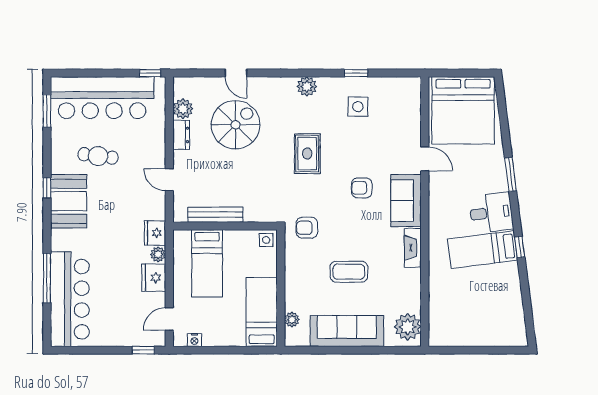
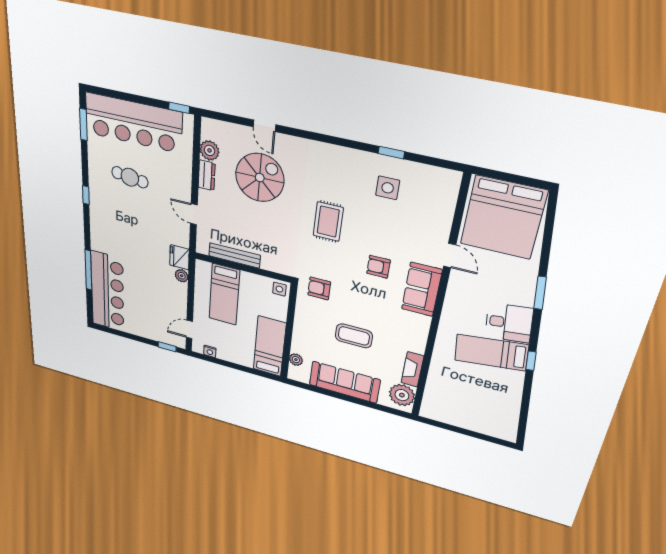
plant: (307, 87) -> (336, 155), removed
booth: (69, 201) -> (105, 211), removed
fireplace: (413, 248) -> (412, 369), moved
fridge: (154, 278) -> (177, 294), removed

